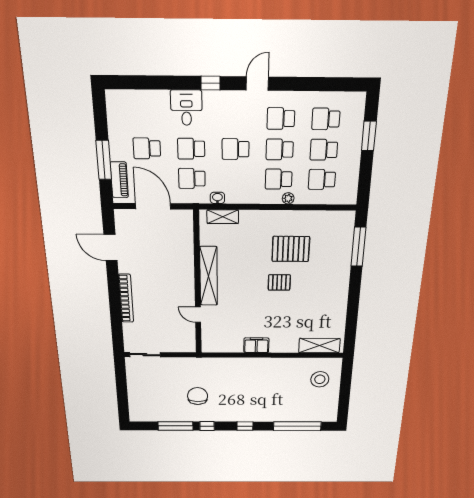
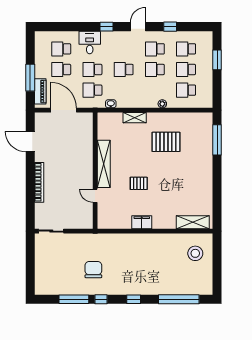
window: (305, 84) -> (170, 27), added
school desk: (279, 179) -> (61, 49), moved
shelving: (223, 217) -> (135, 118), moved
pallet: (279, 282) -> (139, 183), moved

